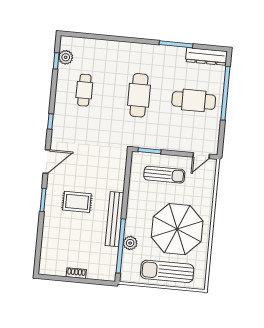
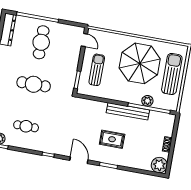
rug: (77, 202) -> (112, 139), turned 90
plant: (49, 265) -> (159, 165), added
sun lounger: (167, 271) -> (172, 74), turned 180

